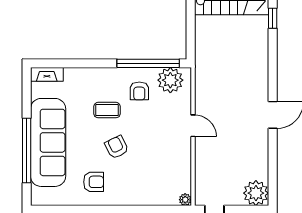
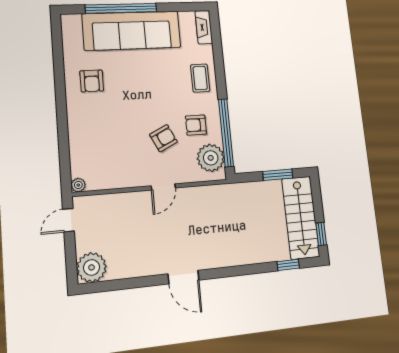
window: (191, 18) -> (278, 175), added
coffee table: (107, 110) -> (200, 78), moved
armchair: (117, 147) -> (163, 138), moved

